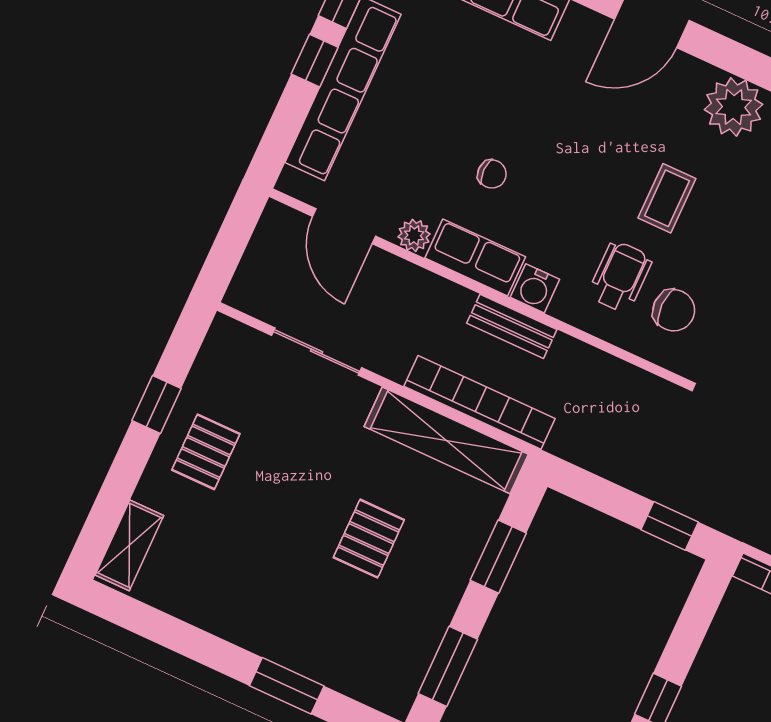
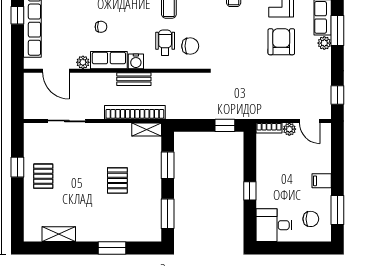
shelving: (446, 440) -> (147, 129), width x0.45, depth x0.75
shelving: (129, 545) -> (59, 234), moved, turned 90

